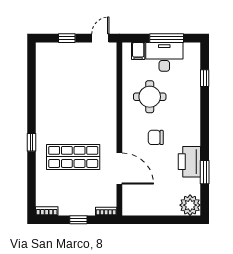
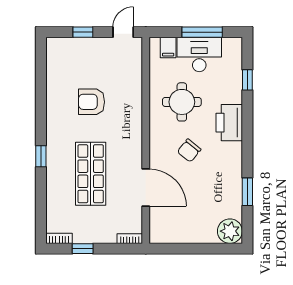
armchair: (74, 97) -> (92, 102), added
chair: (156, 137) -> (189, 151), turned -51
shop shelf: (73, 157) -> (91, 174), turned 90
printer: (189, 162) -> (229, 123), moved
window: (78, 220) -> (83, 249), moved

